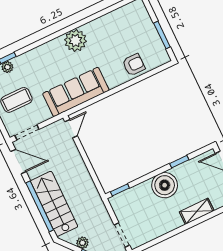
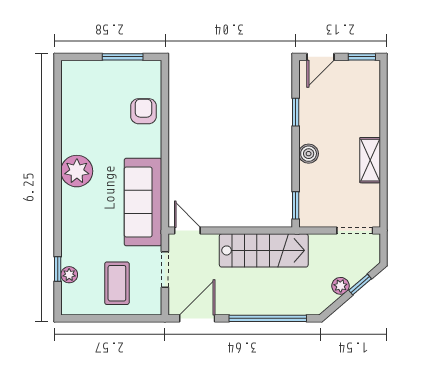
doorway: (27, 132) -> (165, 270), moved
boiler: (165, 185) -> (309, 154), width x0.54, depth x0.54
stairs: (54, 204) -> (264, 250), moved, turned 180
shelving: (197, 211) -> (370, 160), moved

